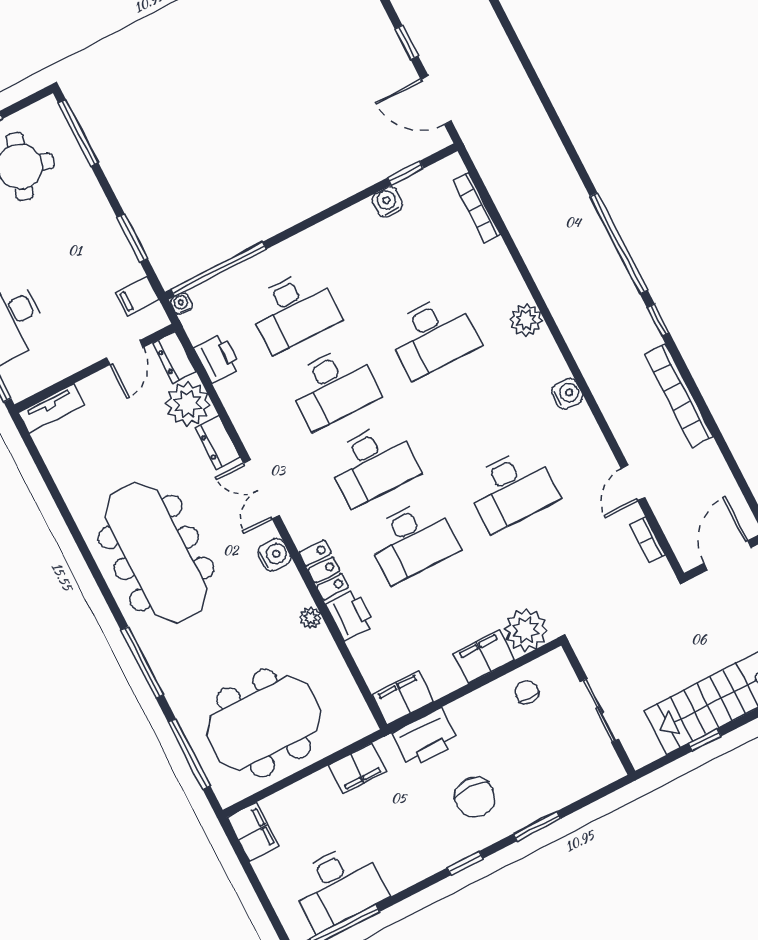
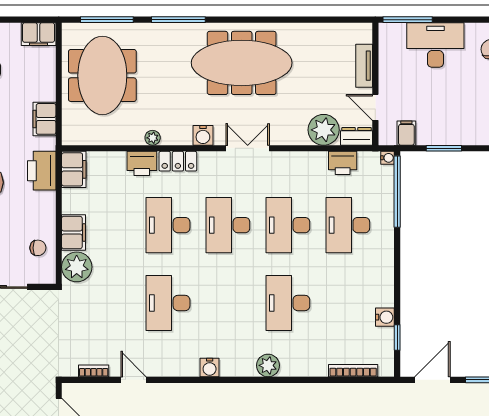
tv unit: (51, 408) -> (364, 66), moved
dresser: (218, 443) -> (290, 136), removed

